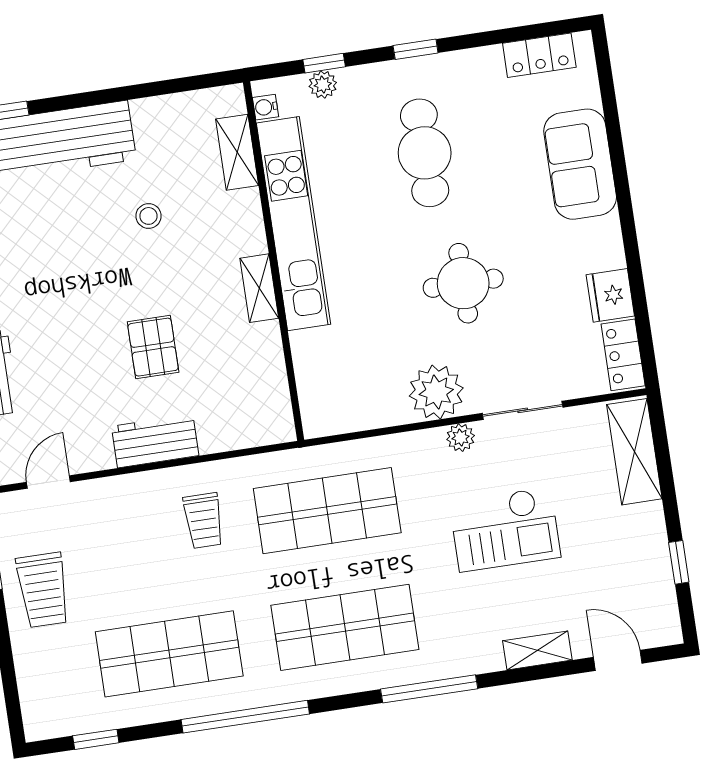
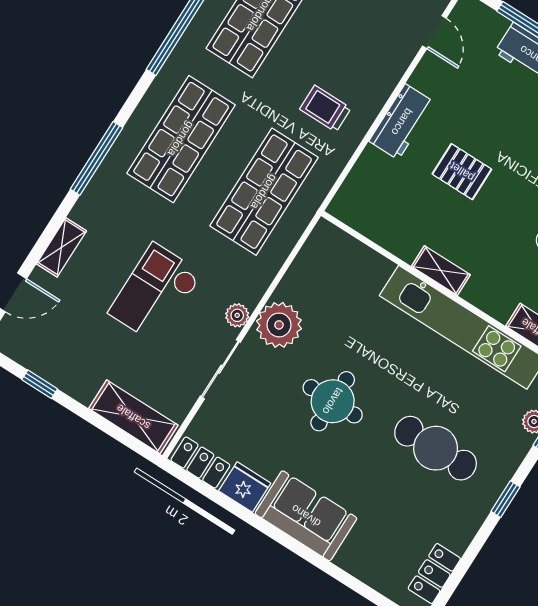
sofa: (580, 164) -> (306, 516), moved

